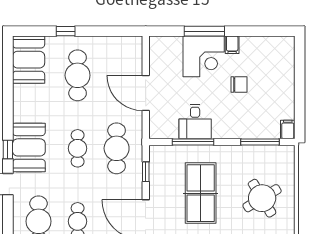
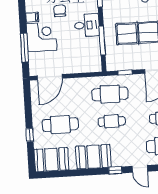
window: (204, 31) -> (24, 48), moved
door: (146, 93) -> (50, 77), moved
desk: (195, 122) -> (87, 25), moved
booth: (29, 147) -> (93, 157), moved

